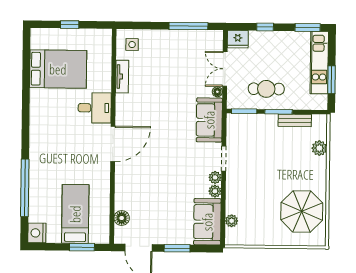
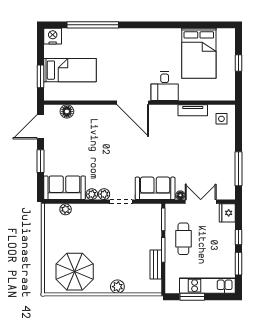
window: (308, 27) -> (239, 264), moved
plant: (319, 148) -> (117, 287), moved

